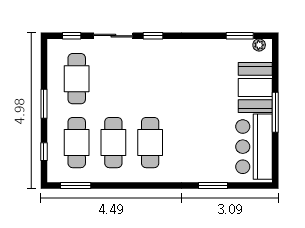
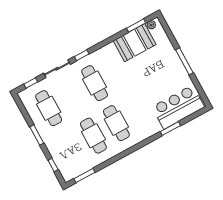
booth: (255, 87) -> (135, 43), moved, turned 90
cafe table: (77, 143) -> (95, 83), moved
bar counter: (254, 147) -> (178, 107), moved, turned 90

